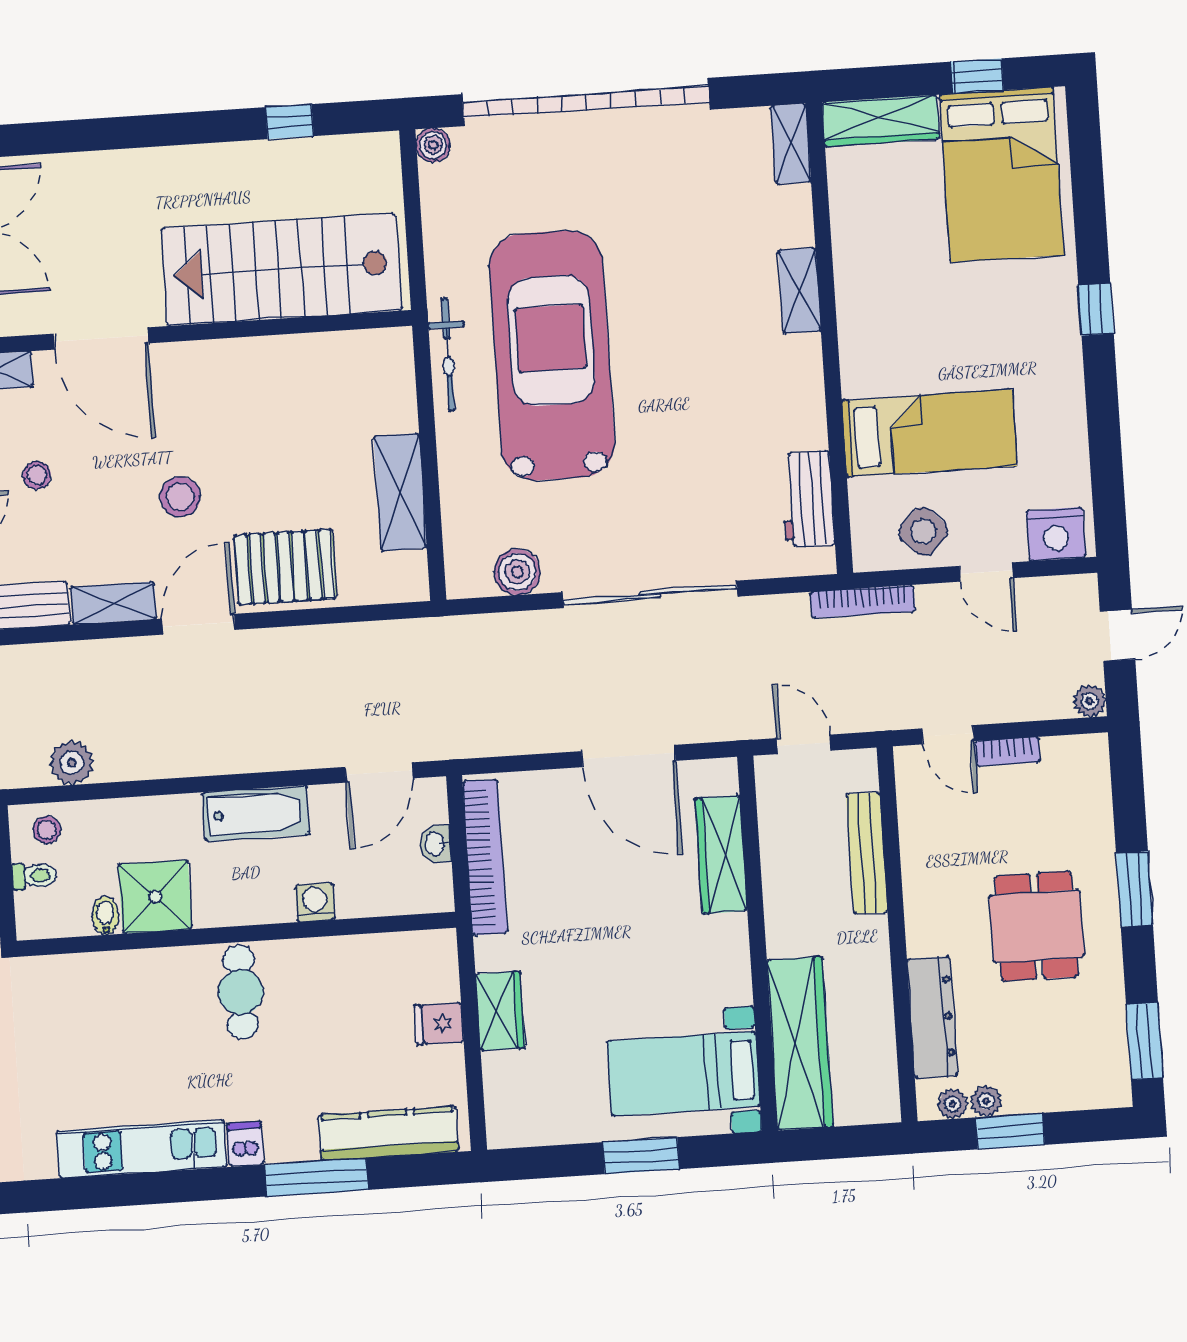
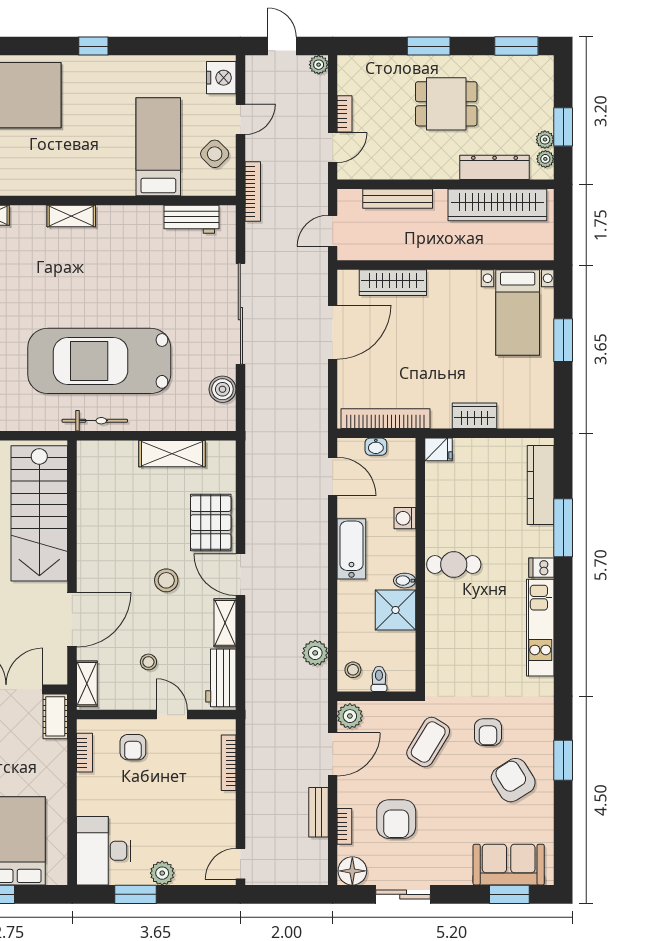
bidet: (105, 916) -> (405, 581), moved
fridge: (439, 1024) -> (439, 449), moved, turned -90
wardrobe: (800, 1043) -> (497, 205), moved, turned 180

